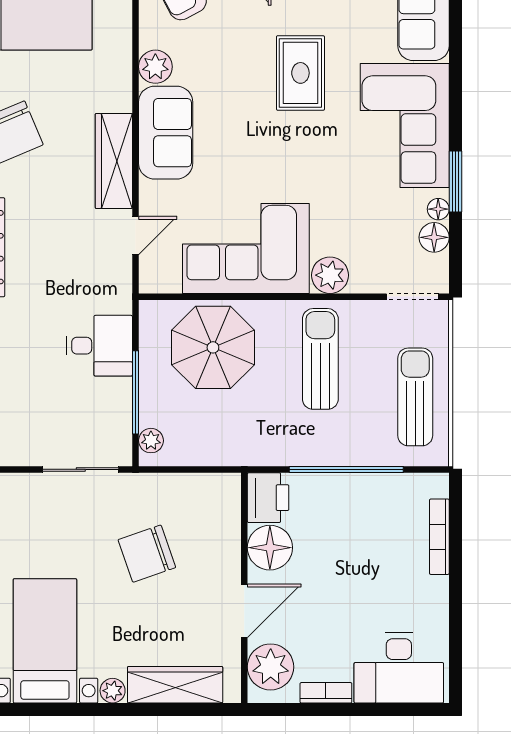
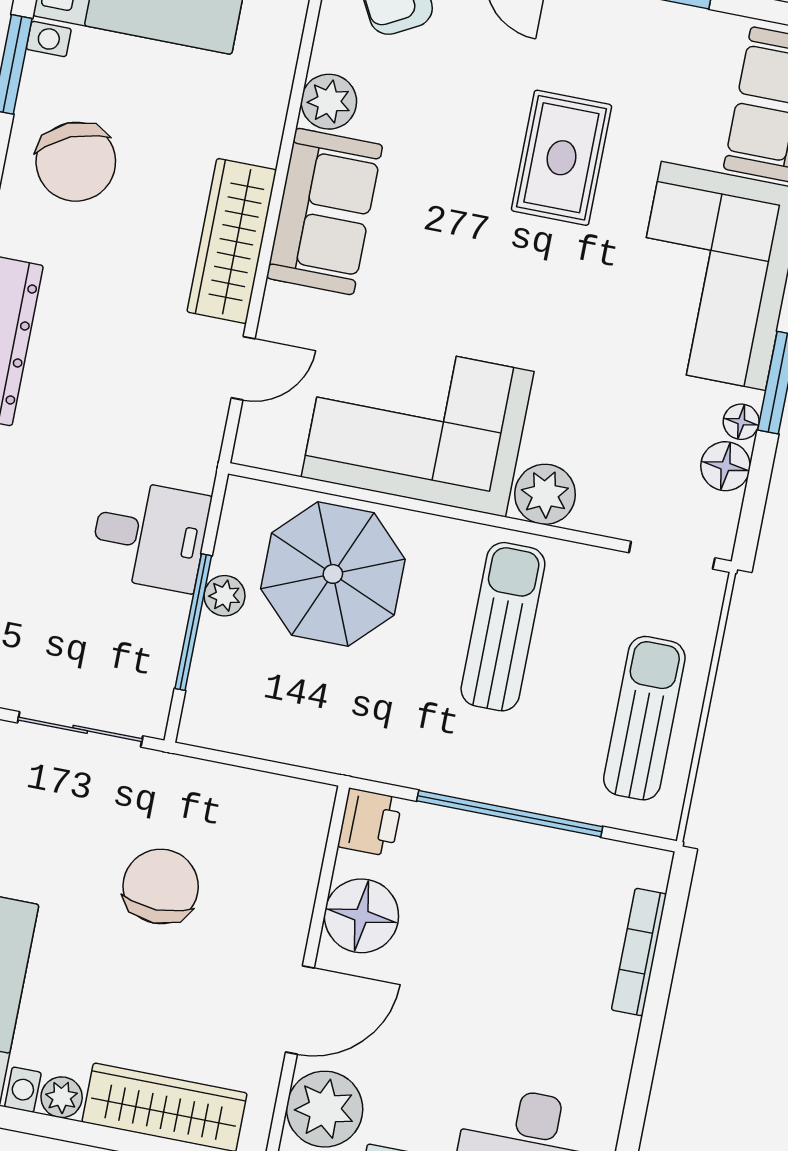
plant: (151, 441) -> (225, 596), moved
printer: (268, 498) -> (370, 822), width x0.73, depth x0.81
chair: (147, 554) -> (161, 886), turned 109

